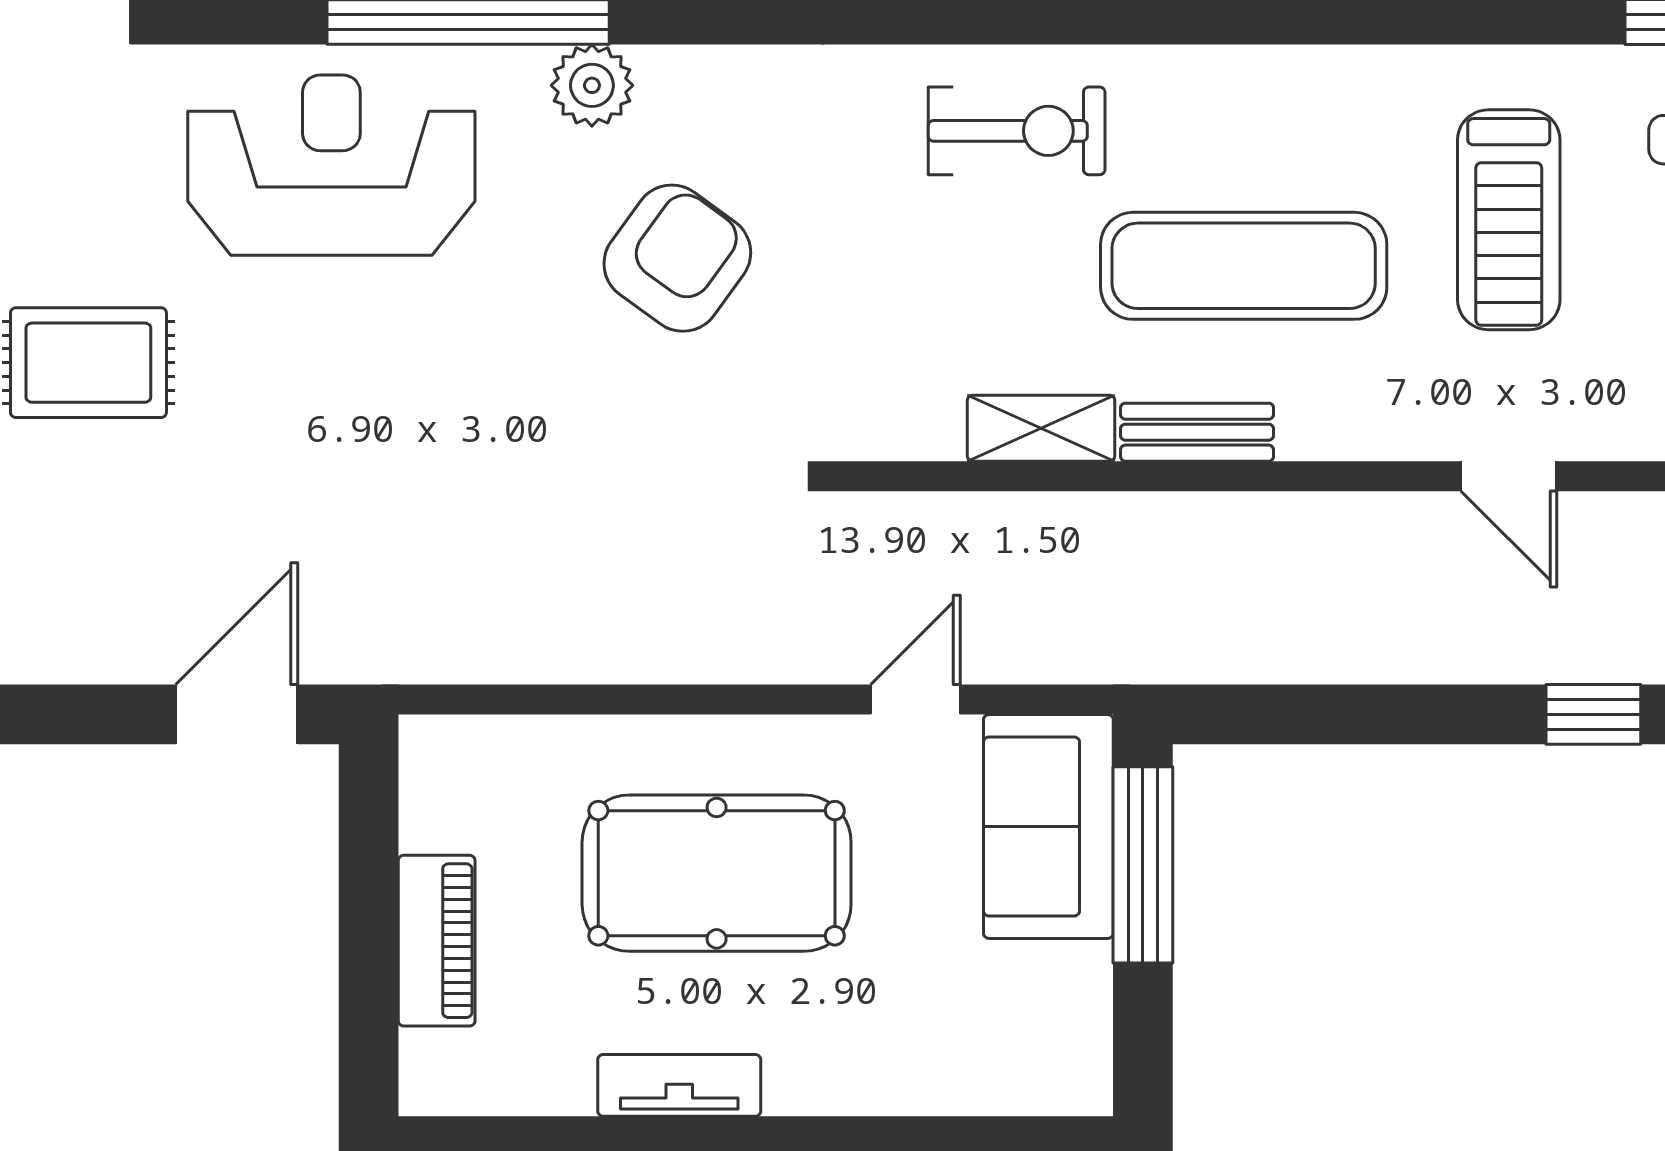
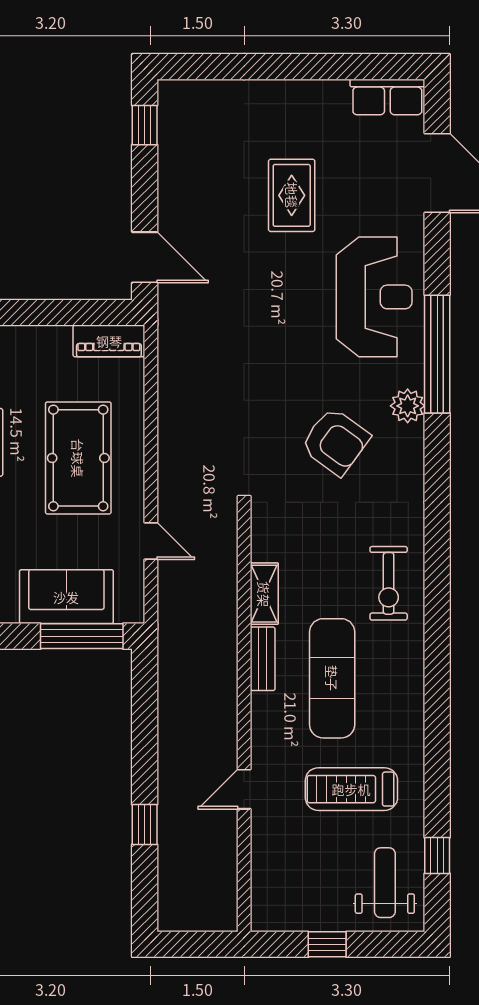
sofa: (1048, 826) -> (66, 597), moved
piano: (437, 941) -> (109, 341), moved

